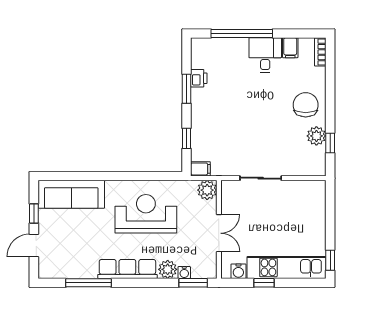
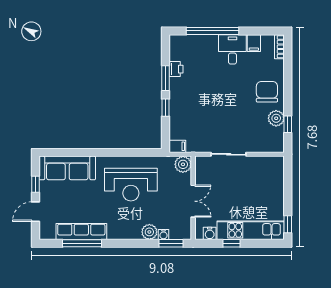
window: (187, 138) -> (165, 108), moved
reception desk: (146, 214) -> (131, 185), turned 180
row of seats: (127, 269) -> (81, 232), moved

